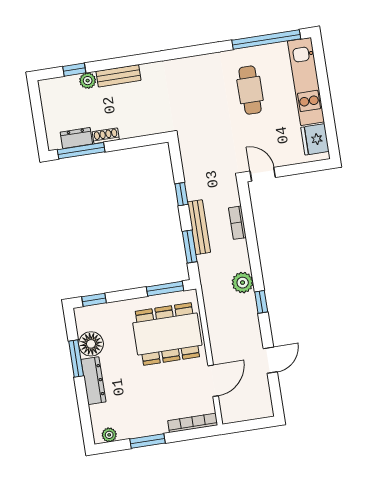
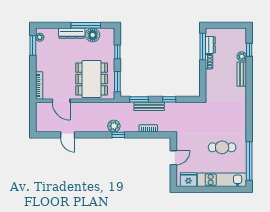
door: (263, 174) -> (173, 158), moved
window: (94, 300) -> (117, 52), moved
window: (261, 302) -> (118, 135), moved
window: (76, 359) -> (86, 25), width x1.44
window: (147, 441) -> (33, 45), moved

